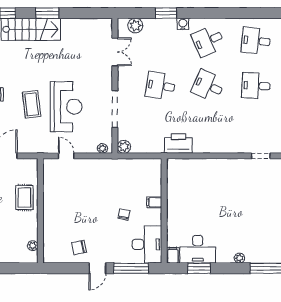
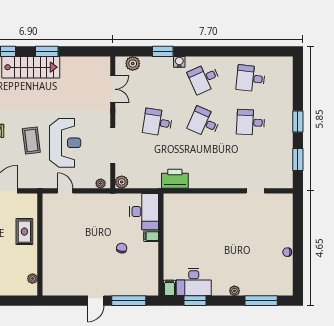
desk: (147, 244) -> (144, 212), moved
chair: (79, 247) -> (78, 280), removed

